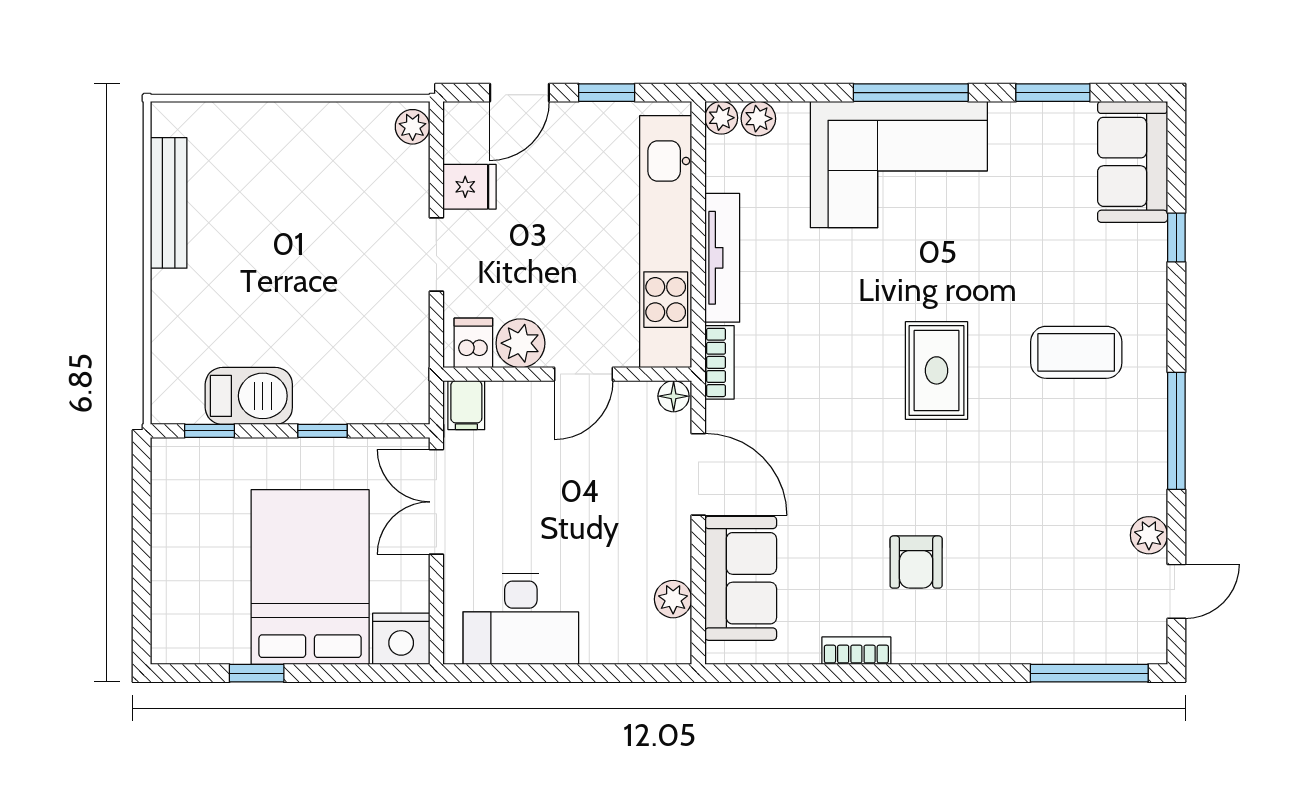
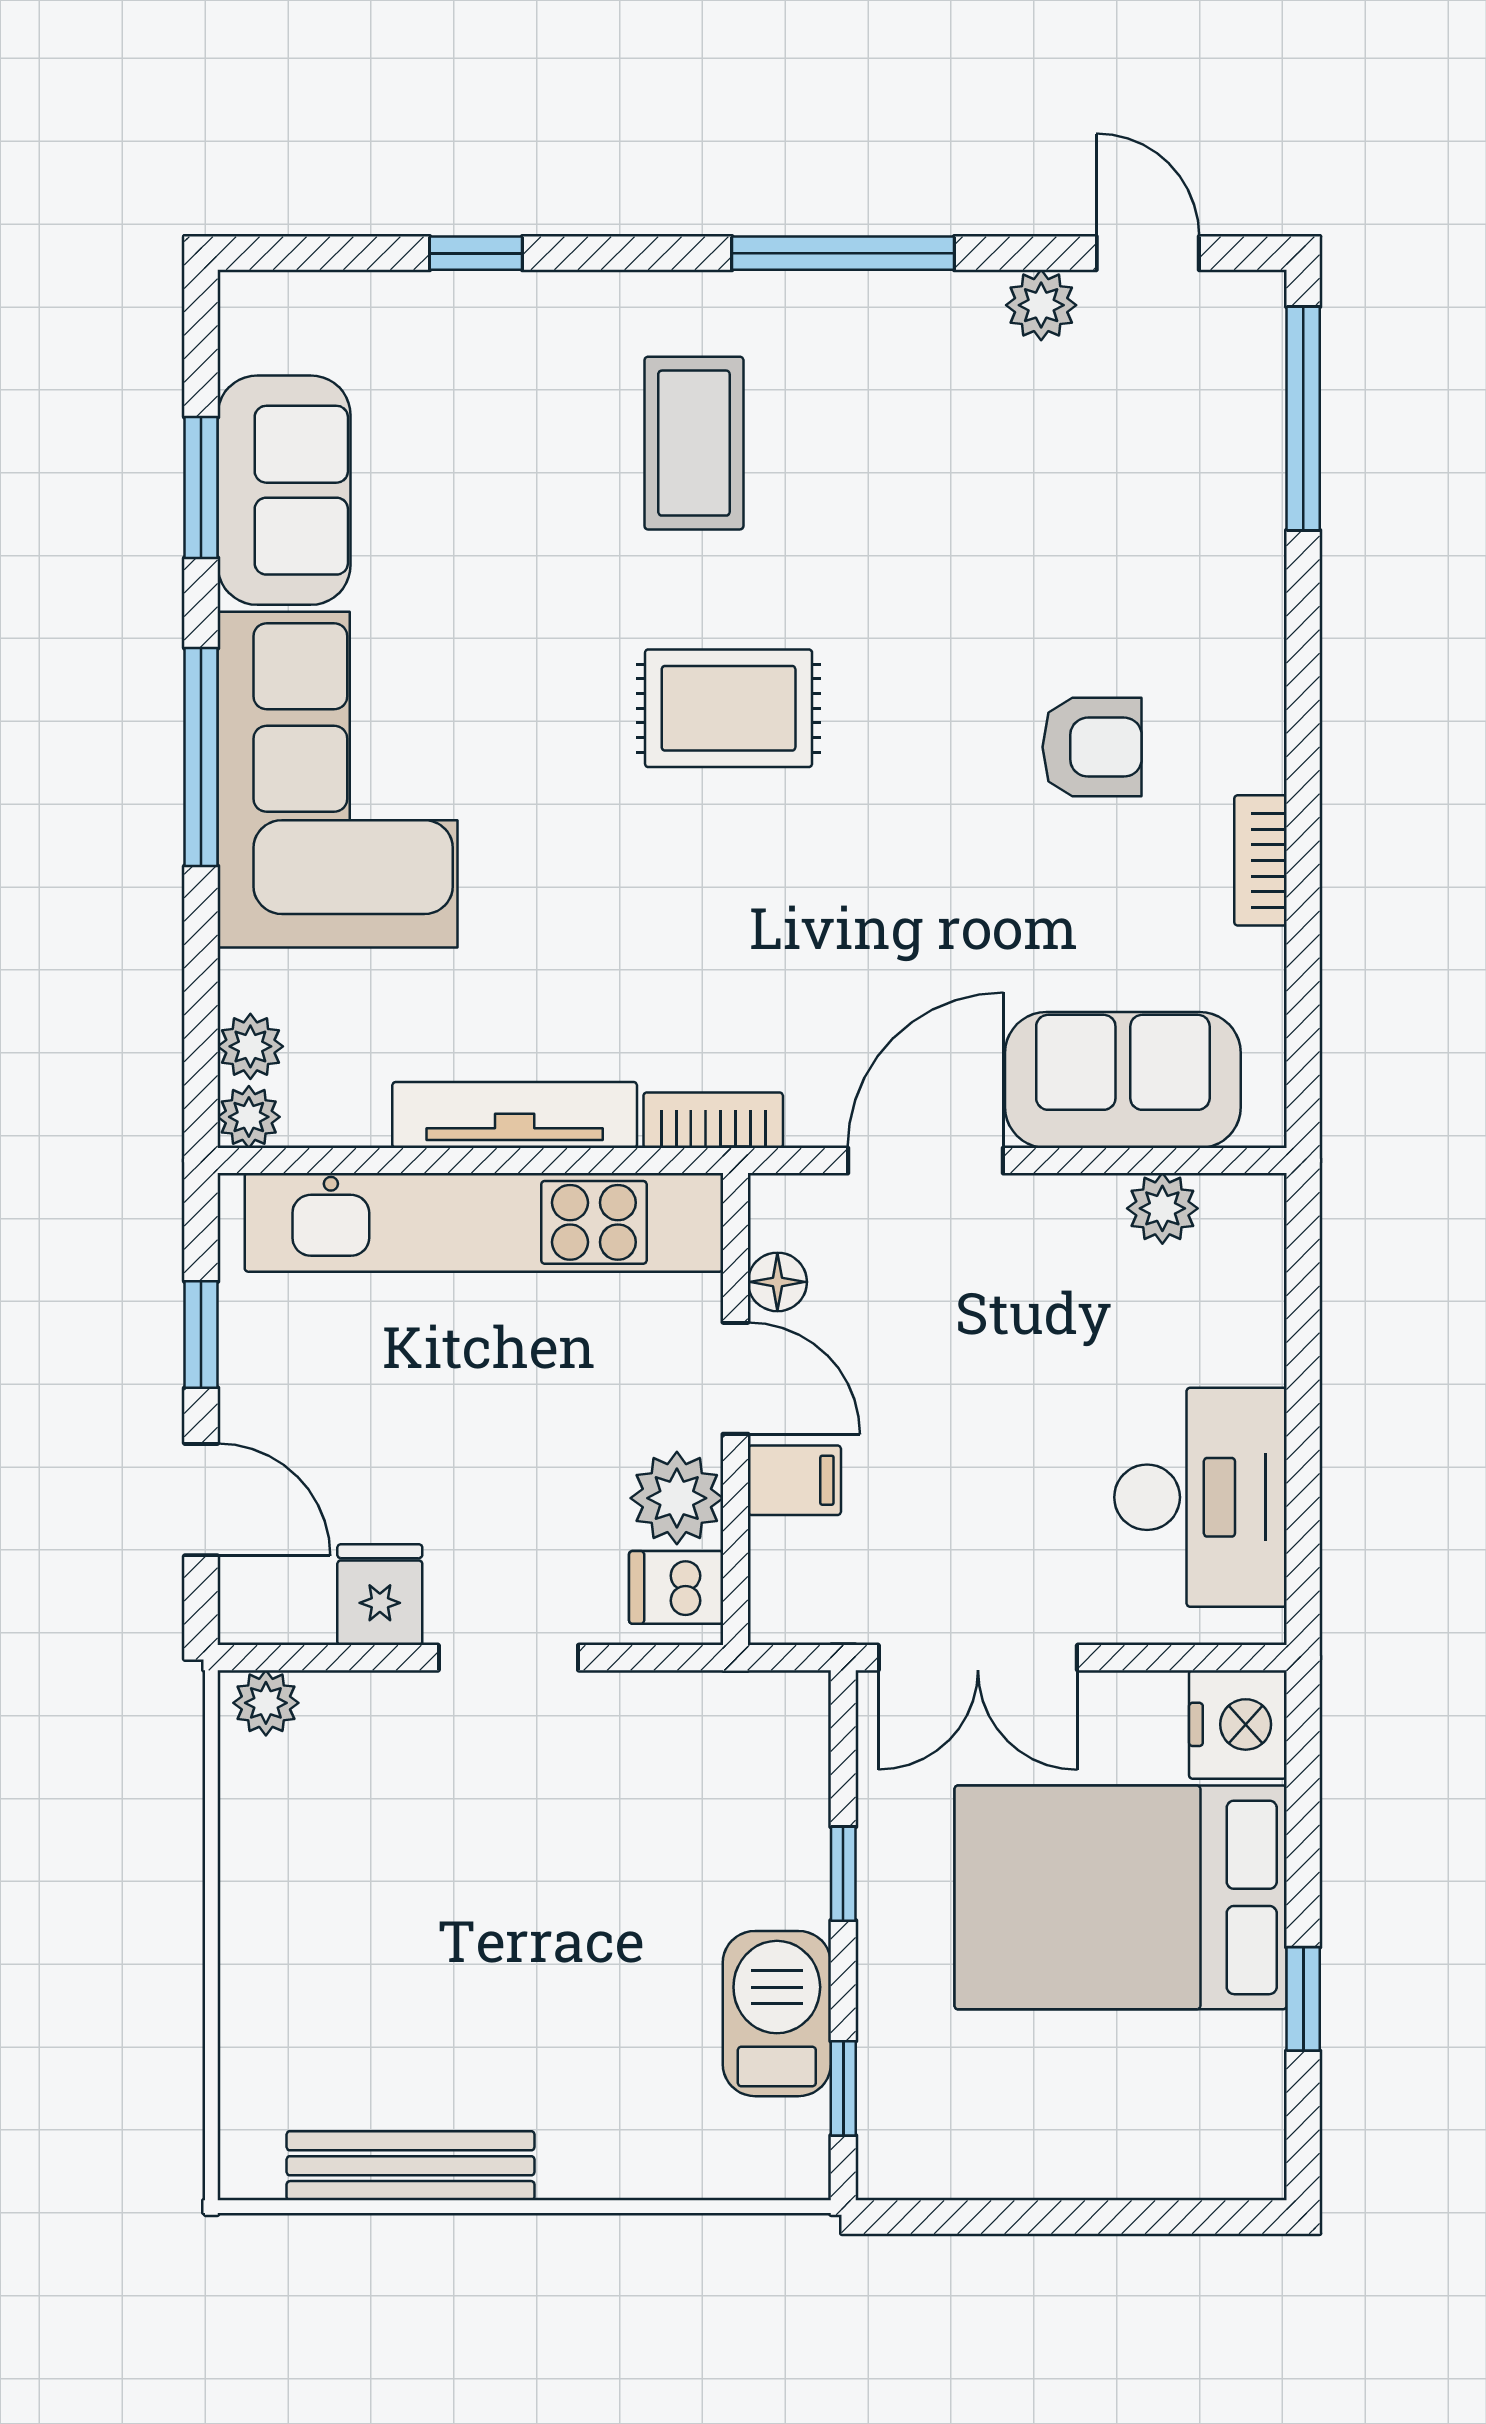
sofa: (1133, 162) -> (284, 490), moved, turned -90
floor lamp: (674, 396) -> (777, 1282), moved
filing cabinet: (466, 405) -> (794, 1480), moved

